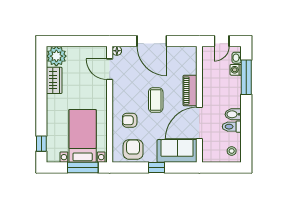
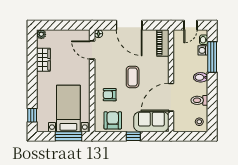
plant: (56, 56) -> (41, 34), width x0.53, depth x0.53
piano: (190, 91) -> (163, 43), moved
bidet: (233, 114) -> (201, 77), moved

